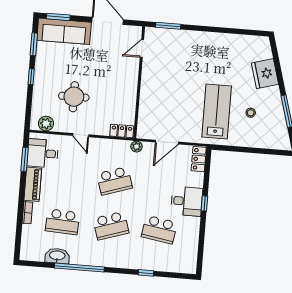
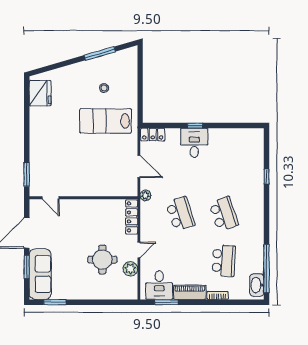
window: (58, 17) -> (27, 267), moved
fridge: (265, 74) -> (40, 93), moved, turned -74
window: (31, 77) -> (86, 302), removed
plant: (46, 124) -> (130, 269), moved
locker: (122, 131) -> (132, 217), width x1.53
school desk: (159, 230) -> (224, 167), removed
washbasin: (57, 256) -> (257, 285), moved
window: (79, 268) -> (266, 268), moved

